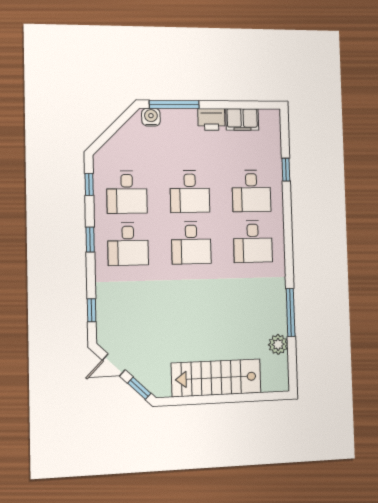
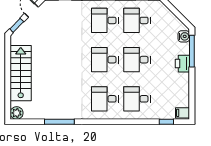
printer: (211, 119) -> (182, 64), moved
filing cabinet: (242, 119) -> (183, 113), moved, width x0.50
window: (286, 170) -> (166, 122), moved
plant: (278, 344) -> (17, 113), moved

